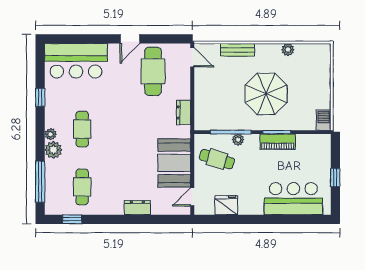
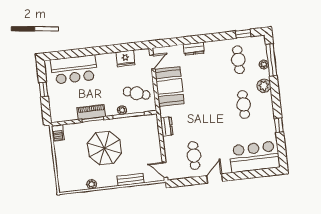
cafe table: (153, 71) -> (194, 155), width x0.73, depth x0.74
plant: (51, 134) -> (264, 64), moved

